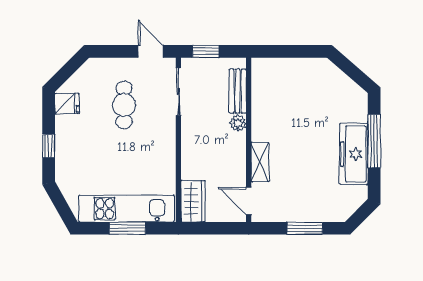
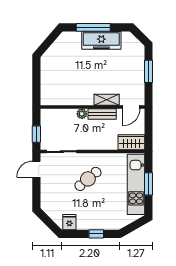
bench: (238, 91) -> (102, 114), moved
cafe table: (124, 105) -> (88, 179), moved, turned -40

